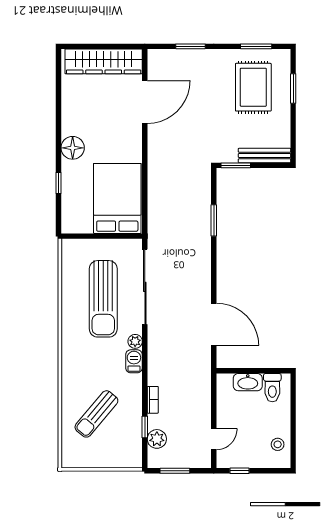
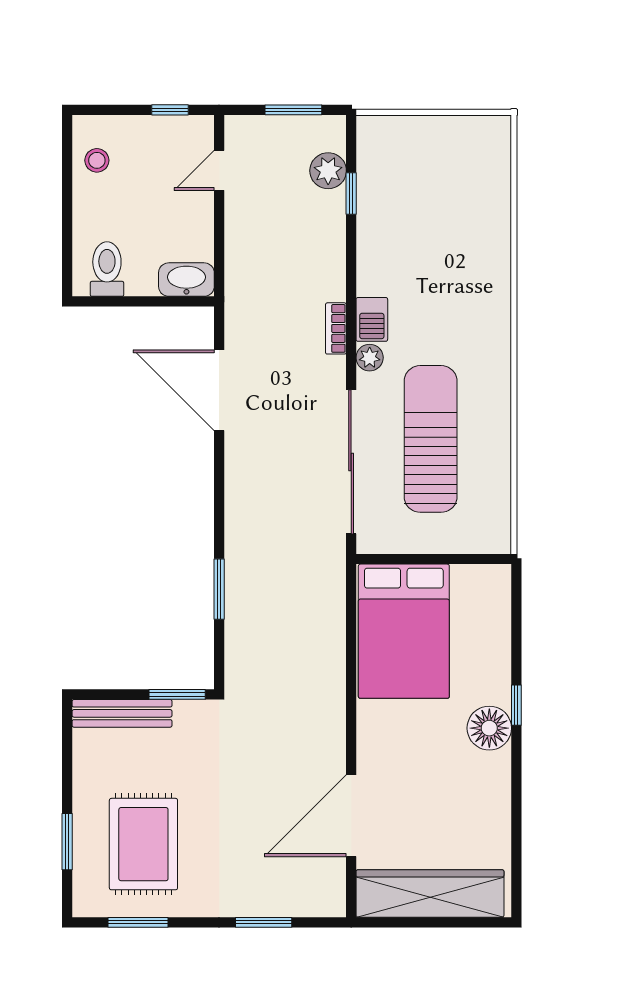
window: (59, 183) -> (516, 705), moved
washbasin: (248, 382) -> (186, 280), moved
bookcase: (153, 400) -> (336, 328), moved
sun lounger: (96, 414) -> (444, 219), removed

